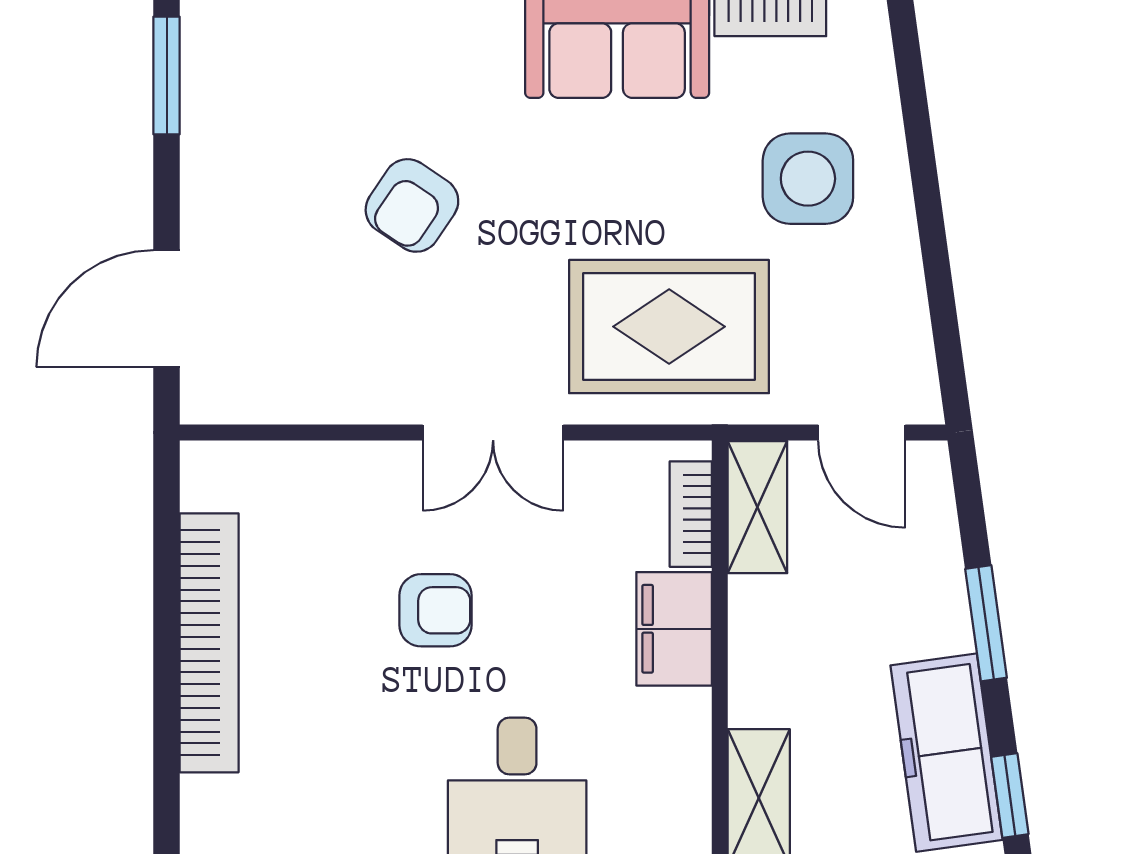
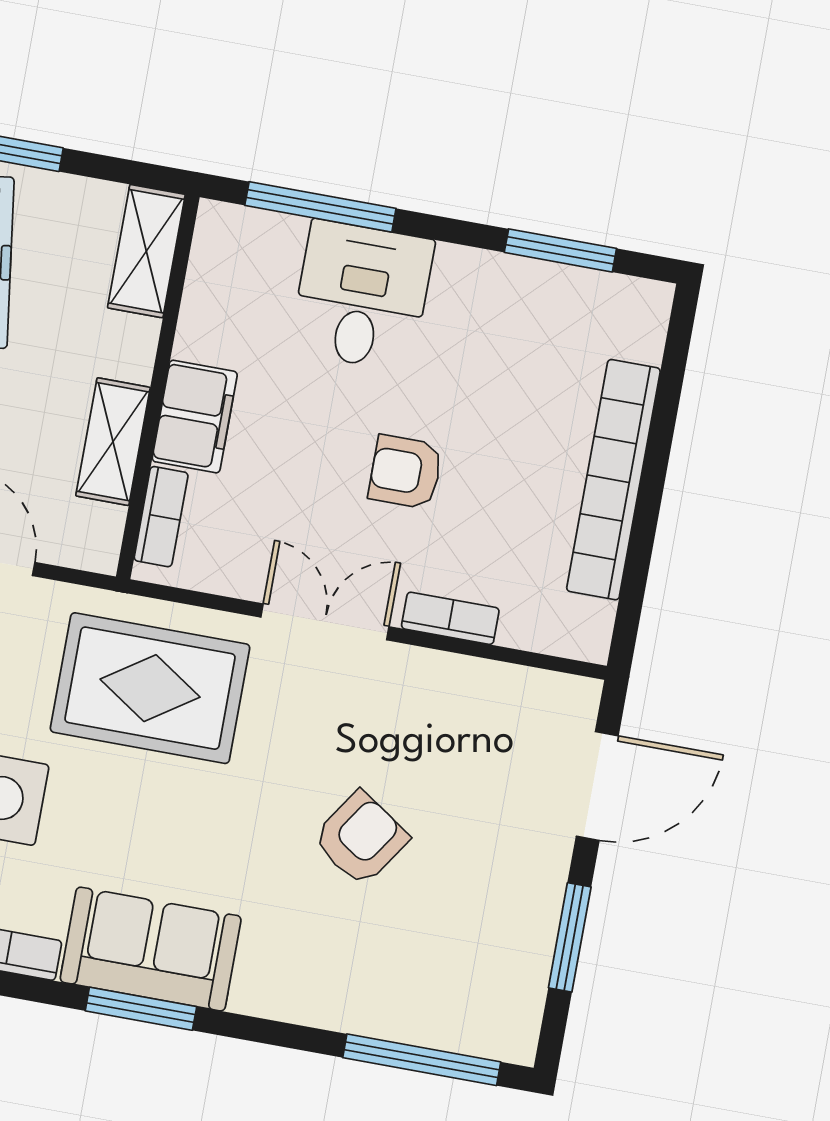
window: (167, 76) -> (570, 937), moved
bookcase: (358, 461) -> (450, 618), added
shelving: (757, 507) -> (113, 442), moved

